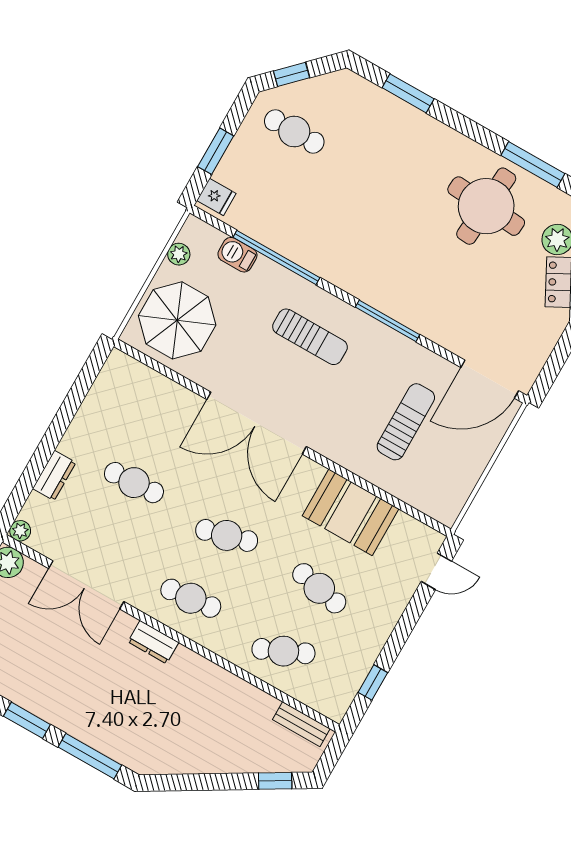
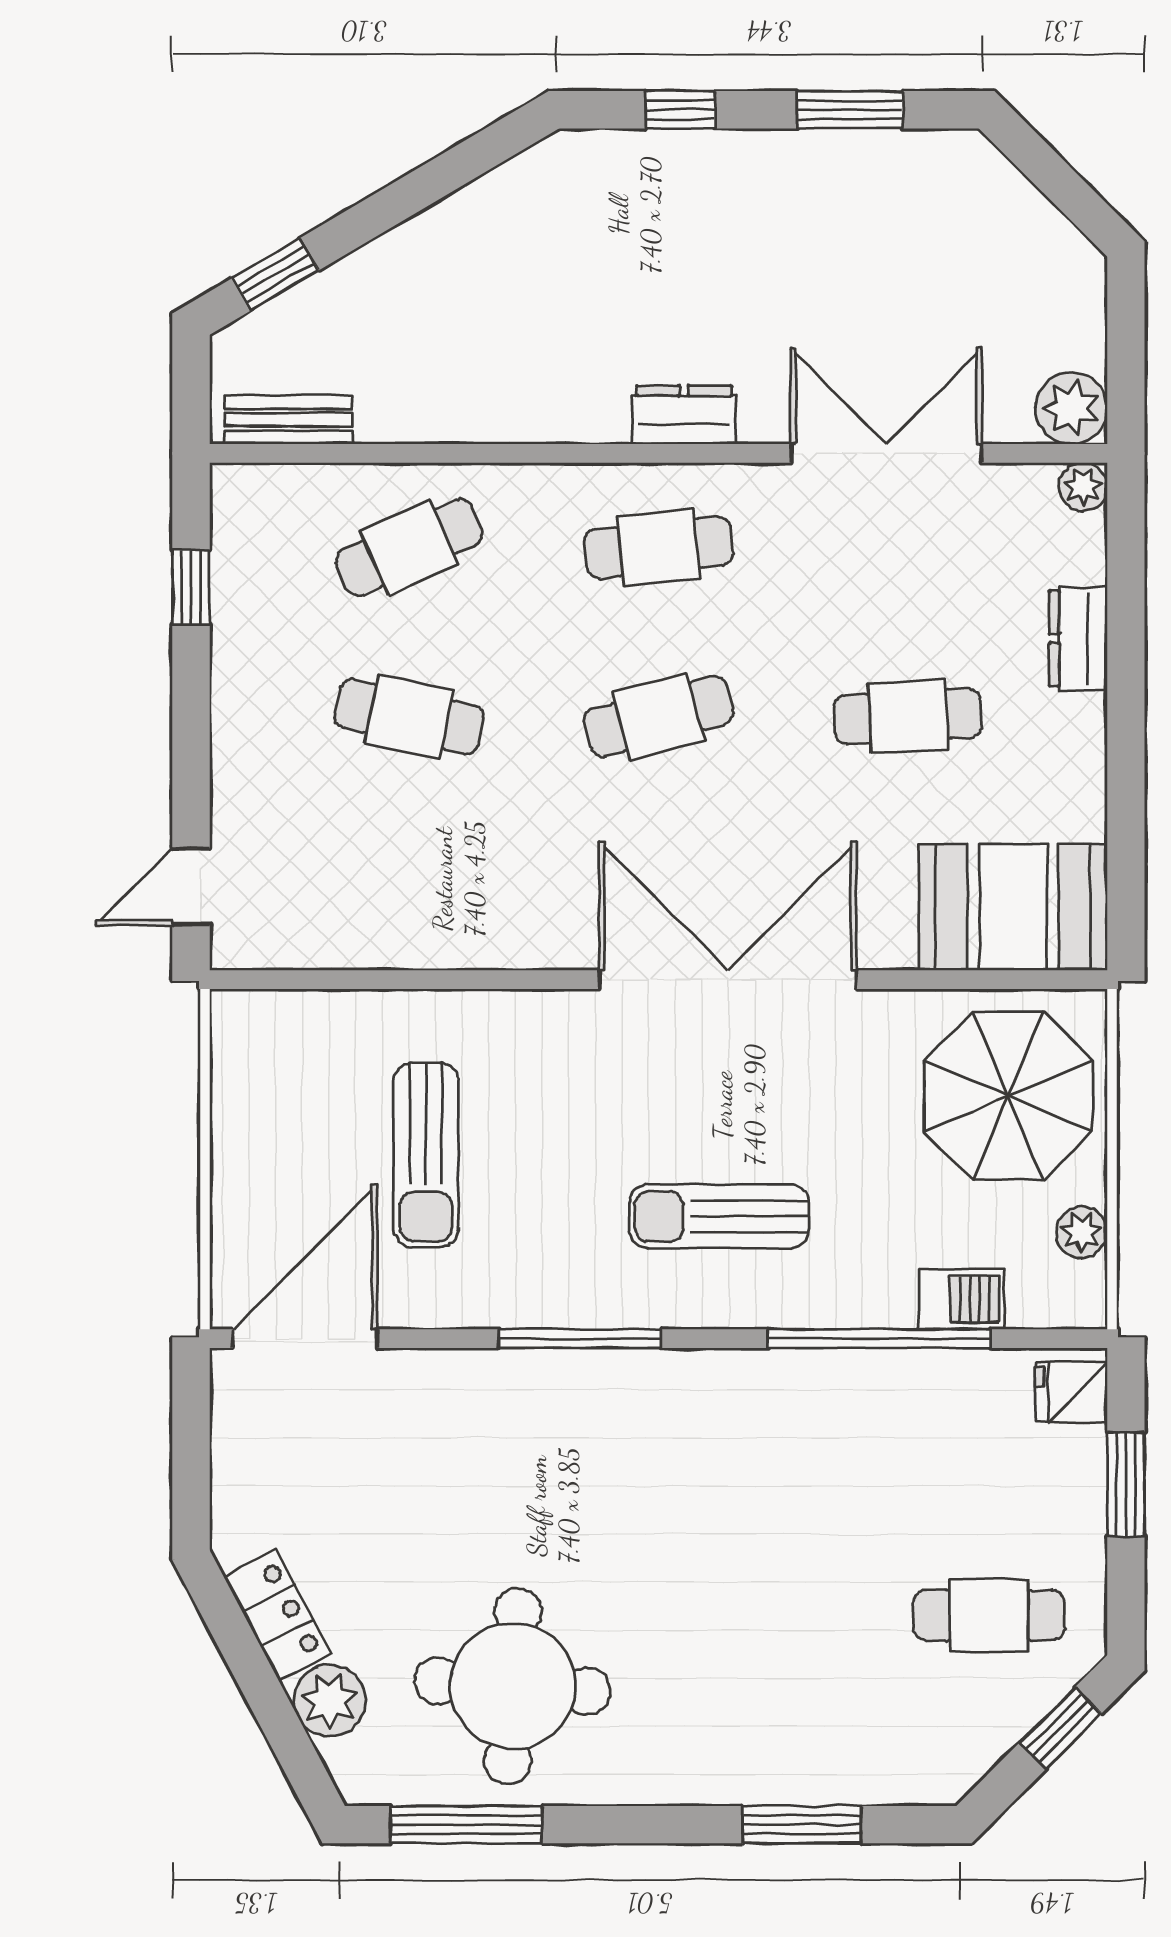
booth: (351, 512) -> (1013, 907), moved
window: (90, 756) -> (680, 110), width x0.46

